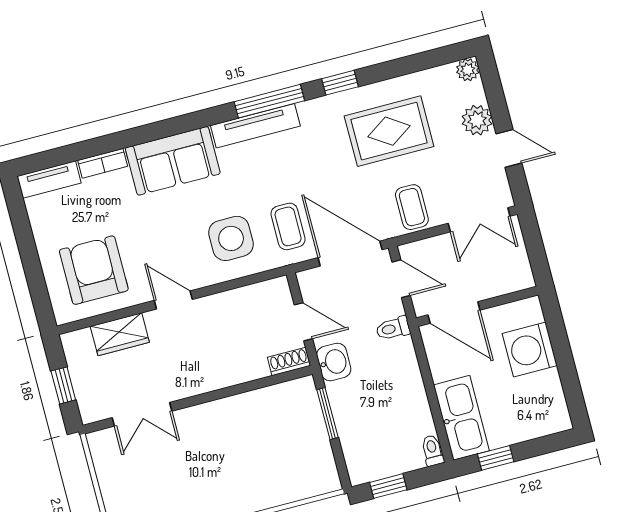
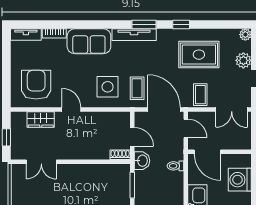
window: (269, 101) -> (144, 24), width x0.69
toilet: (393, 328) -> (175, 166), moved

